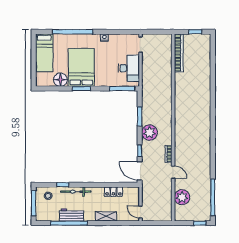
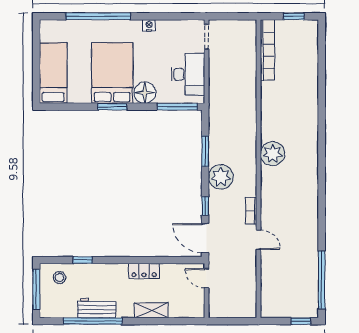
bed: (44, 53) -> (53, 73), moved, turned 180
floor lamp: (60, 80) -> (145, 93), moved
bicycle: (76, 192) -> (103, 271), removed
locker: (113, 192) -> (144, 271), moved
plant: (182, 197) -> (273, 154), moved
door: (141, 212) -> (207, 278), moved

